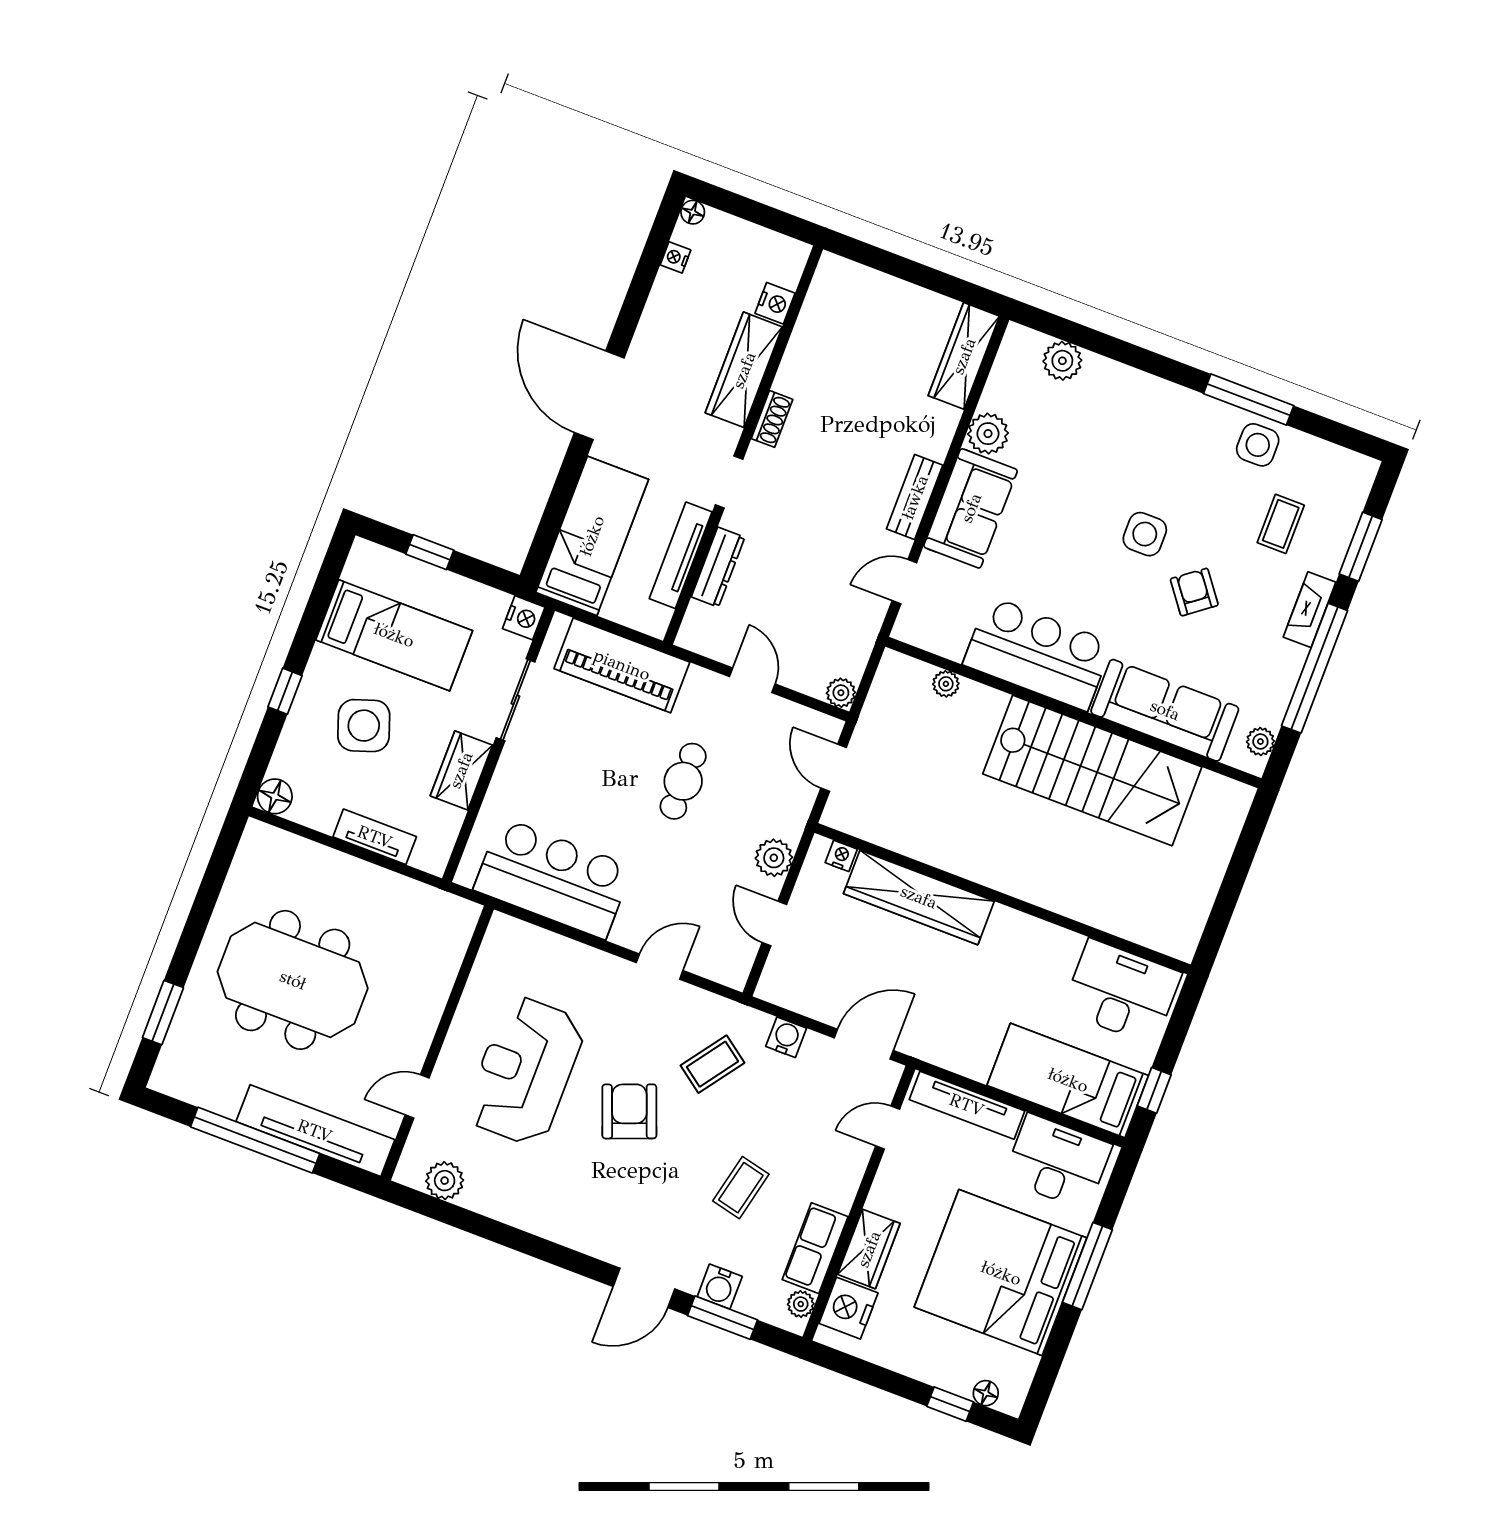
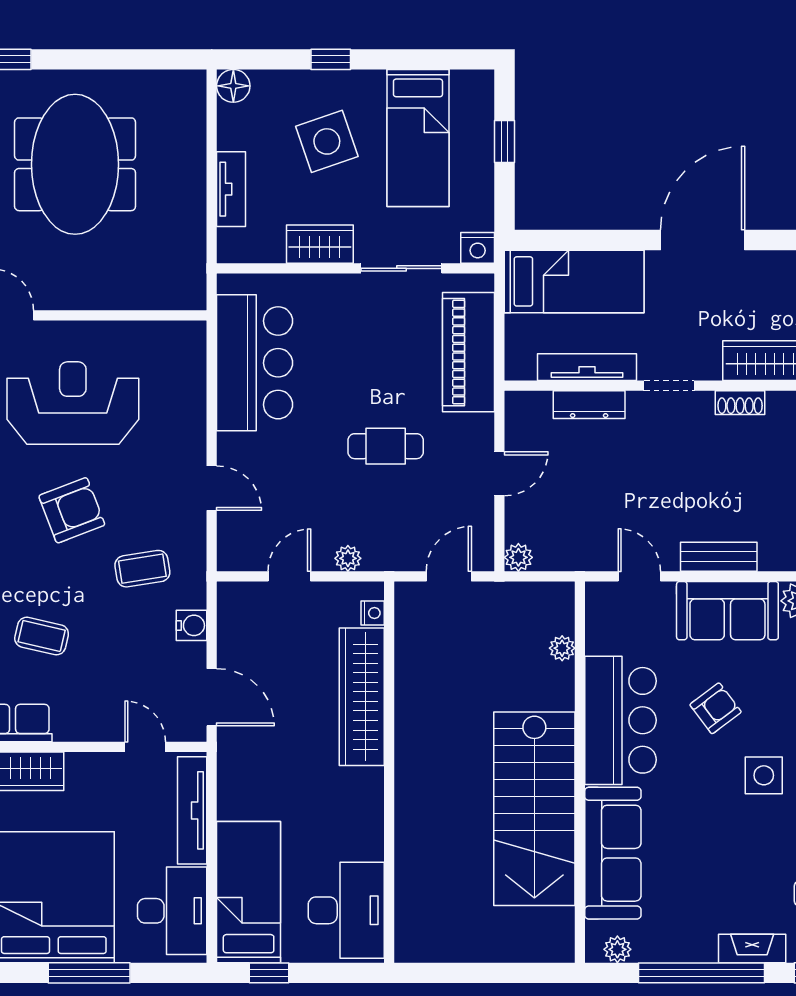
armchair: (1194, 592) -> (716, 708), moved
plant: (774, 858) -> (348, 558), width x0.73, depth x0.73
coffee table: (713, 1064) -> (142, 569), turned -45

